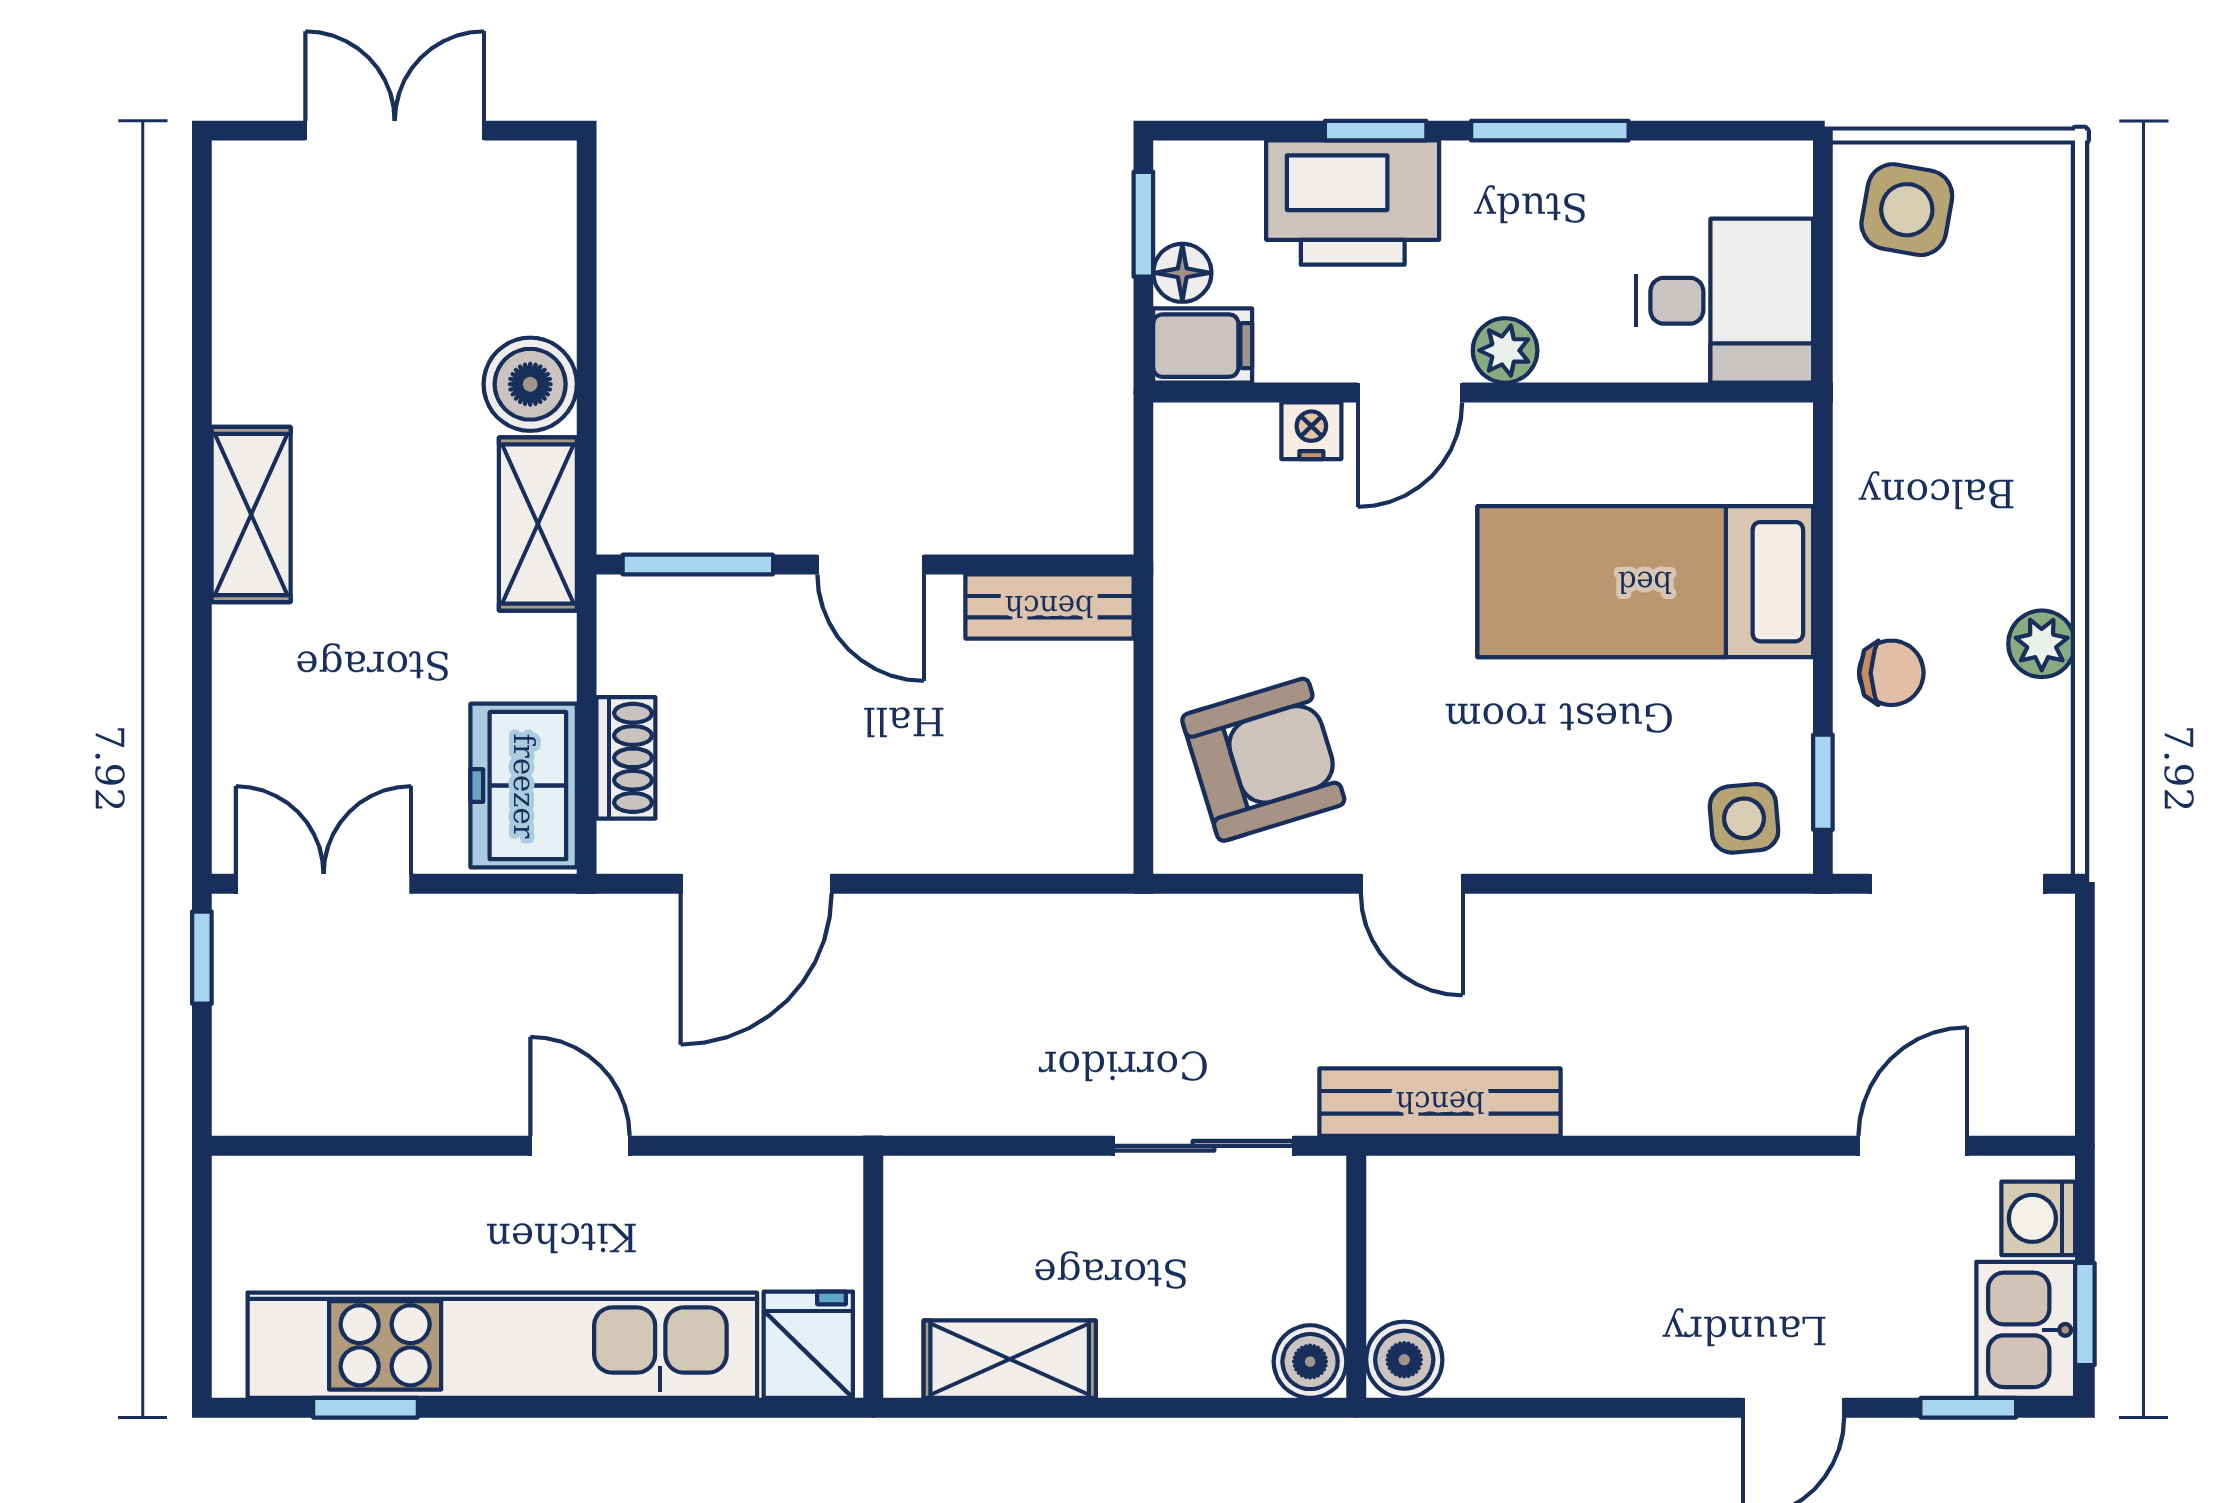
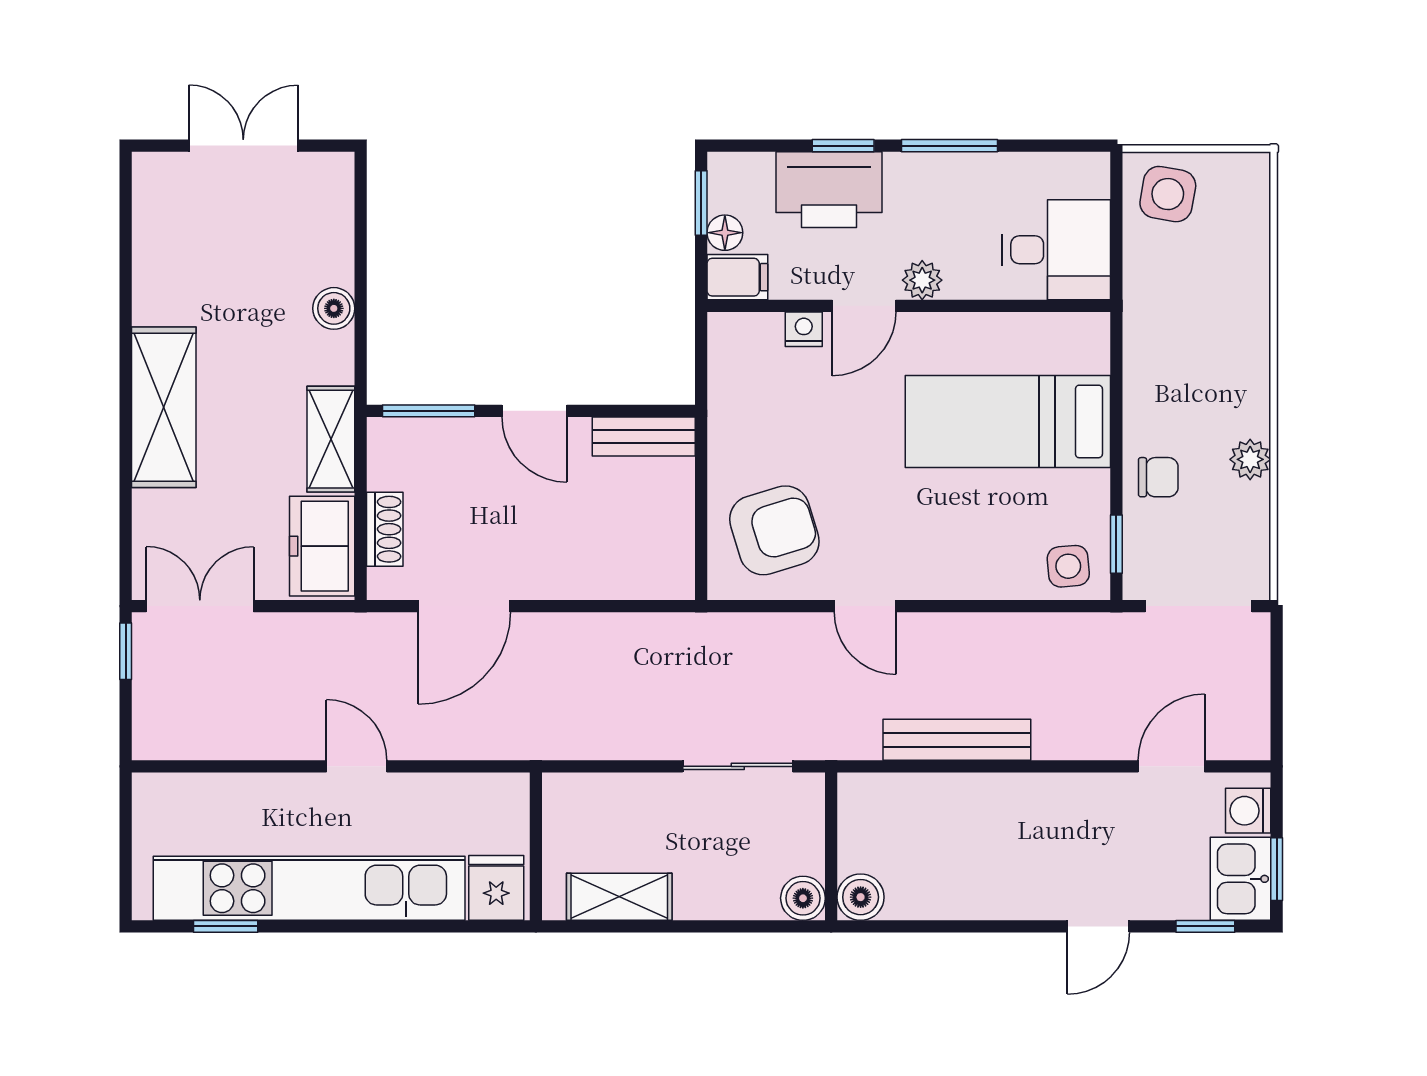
boiler: (530, 384) -> (334, 308), width x0.73, depth x0.73
shelving: (251, 515) -> (164, 407), width x1.50, depth x1.33
shelving: (538, 524) -> (331, 439), moved
bench: (1440, 1102) -> (957, 740), moved

